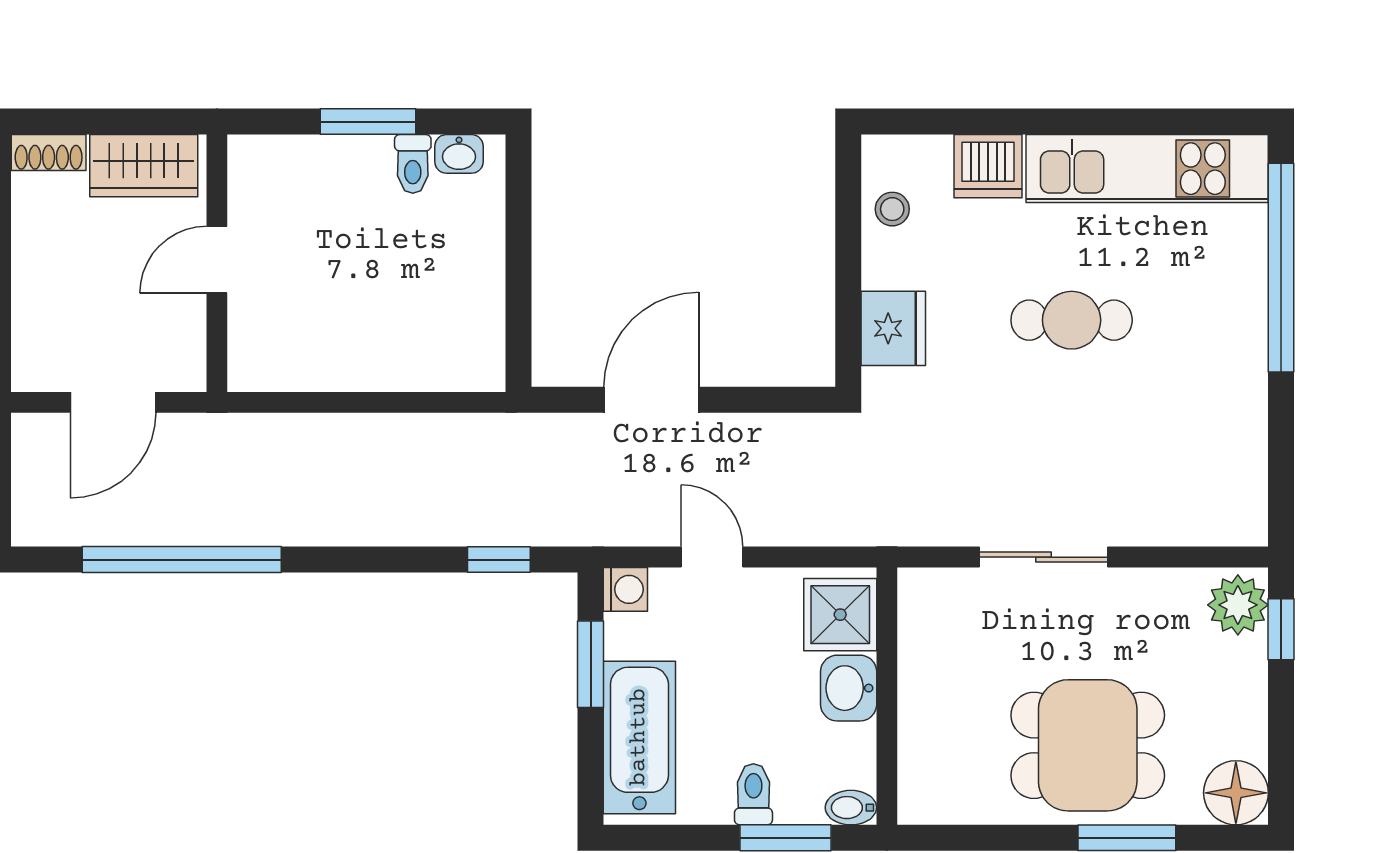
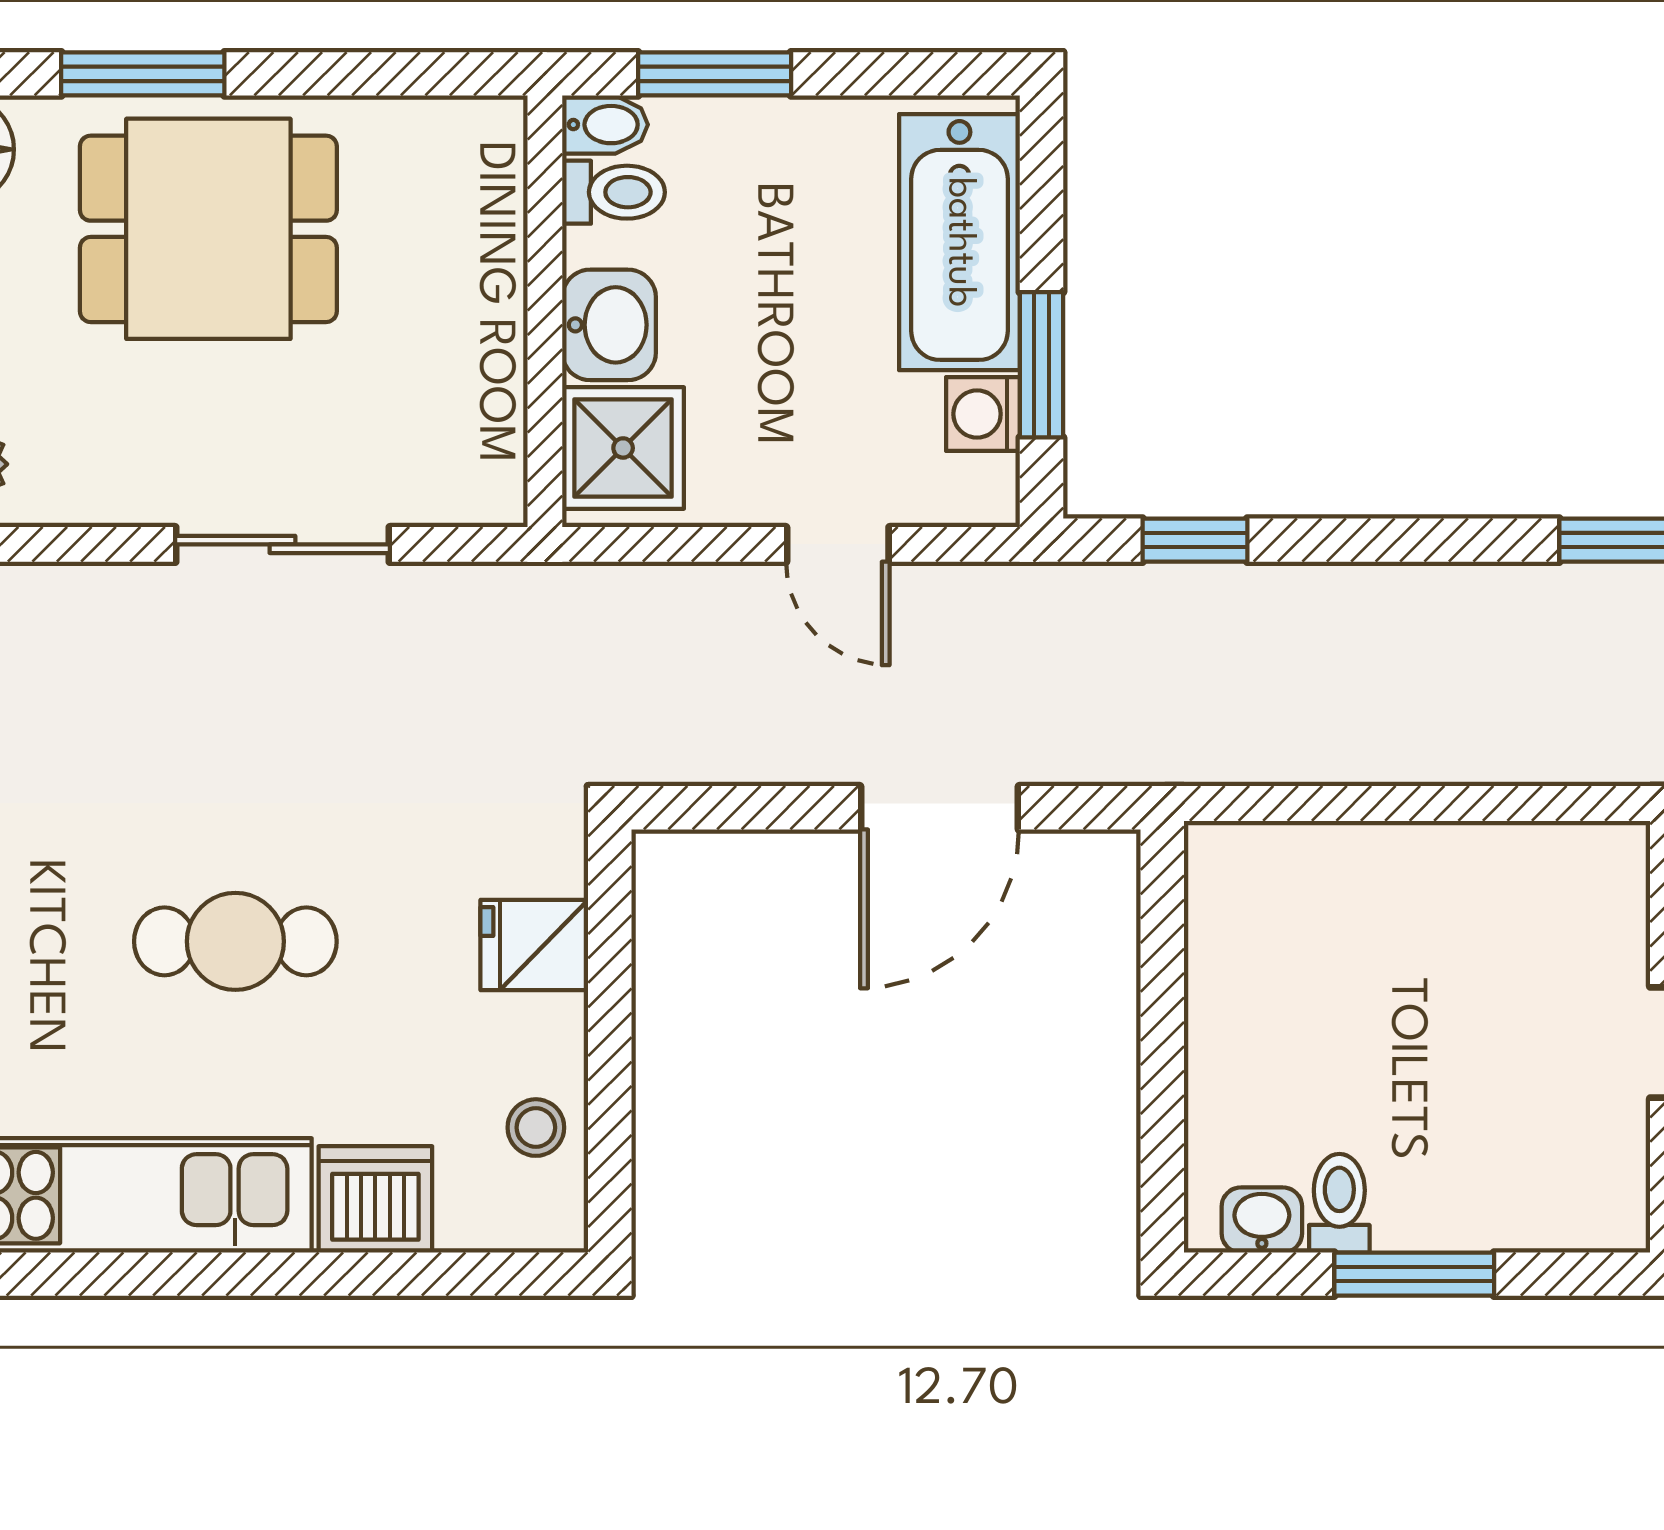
fridge: (893, 328) -> (534, 945), width x0.72
washing machine: (625, 589) -> (983, 414), moved
toilet: (753, 794) -> (614, 192), moved, turned -90

